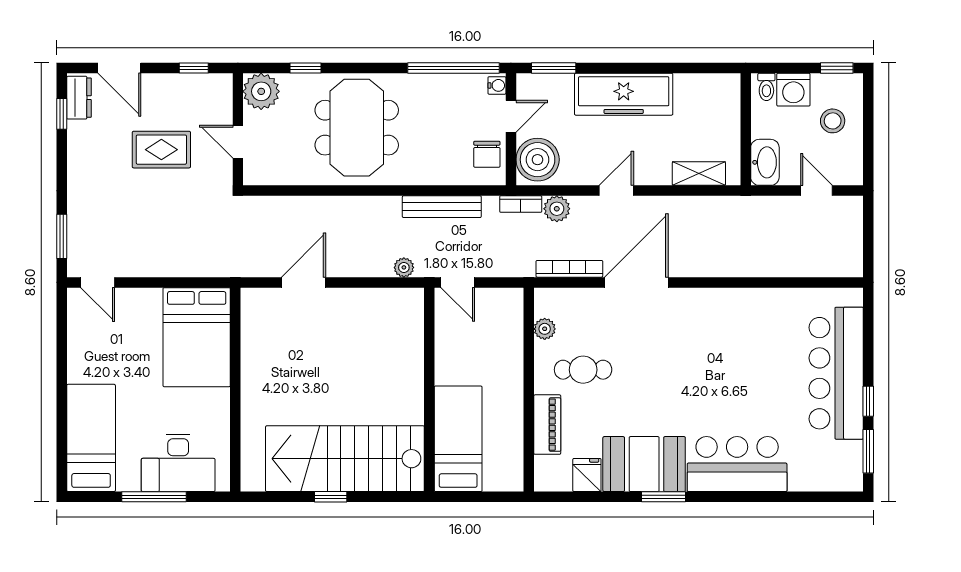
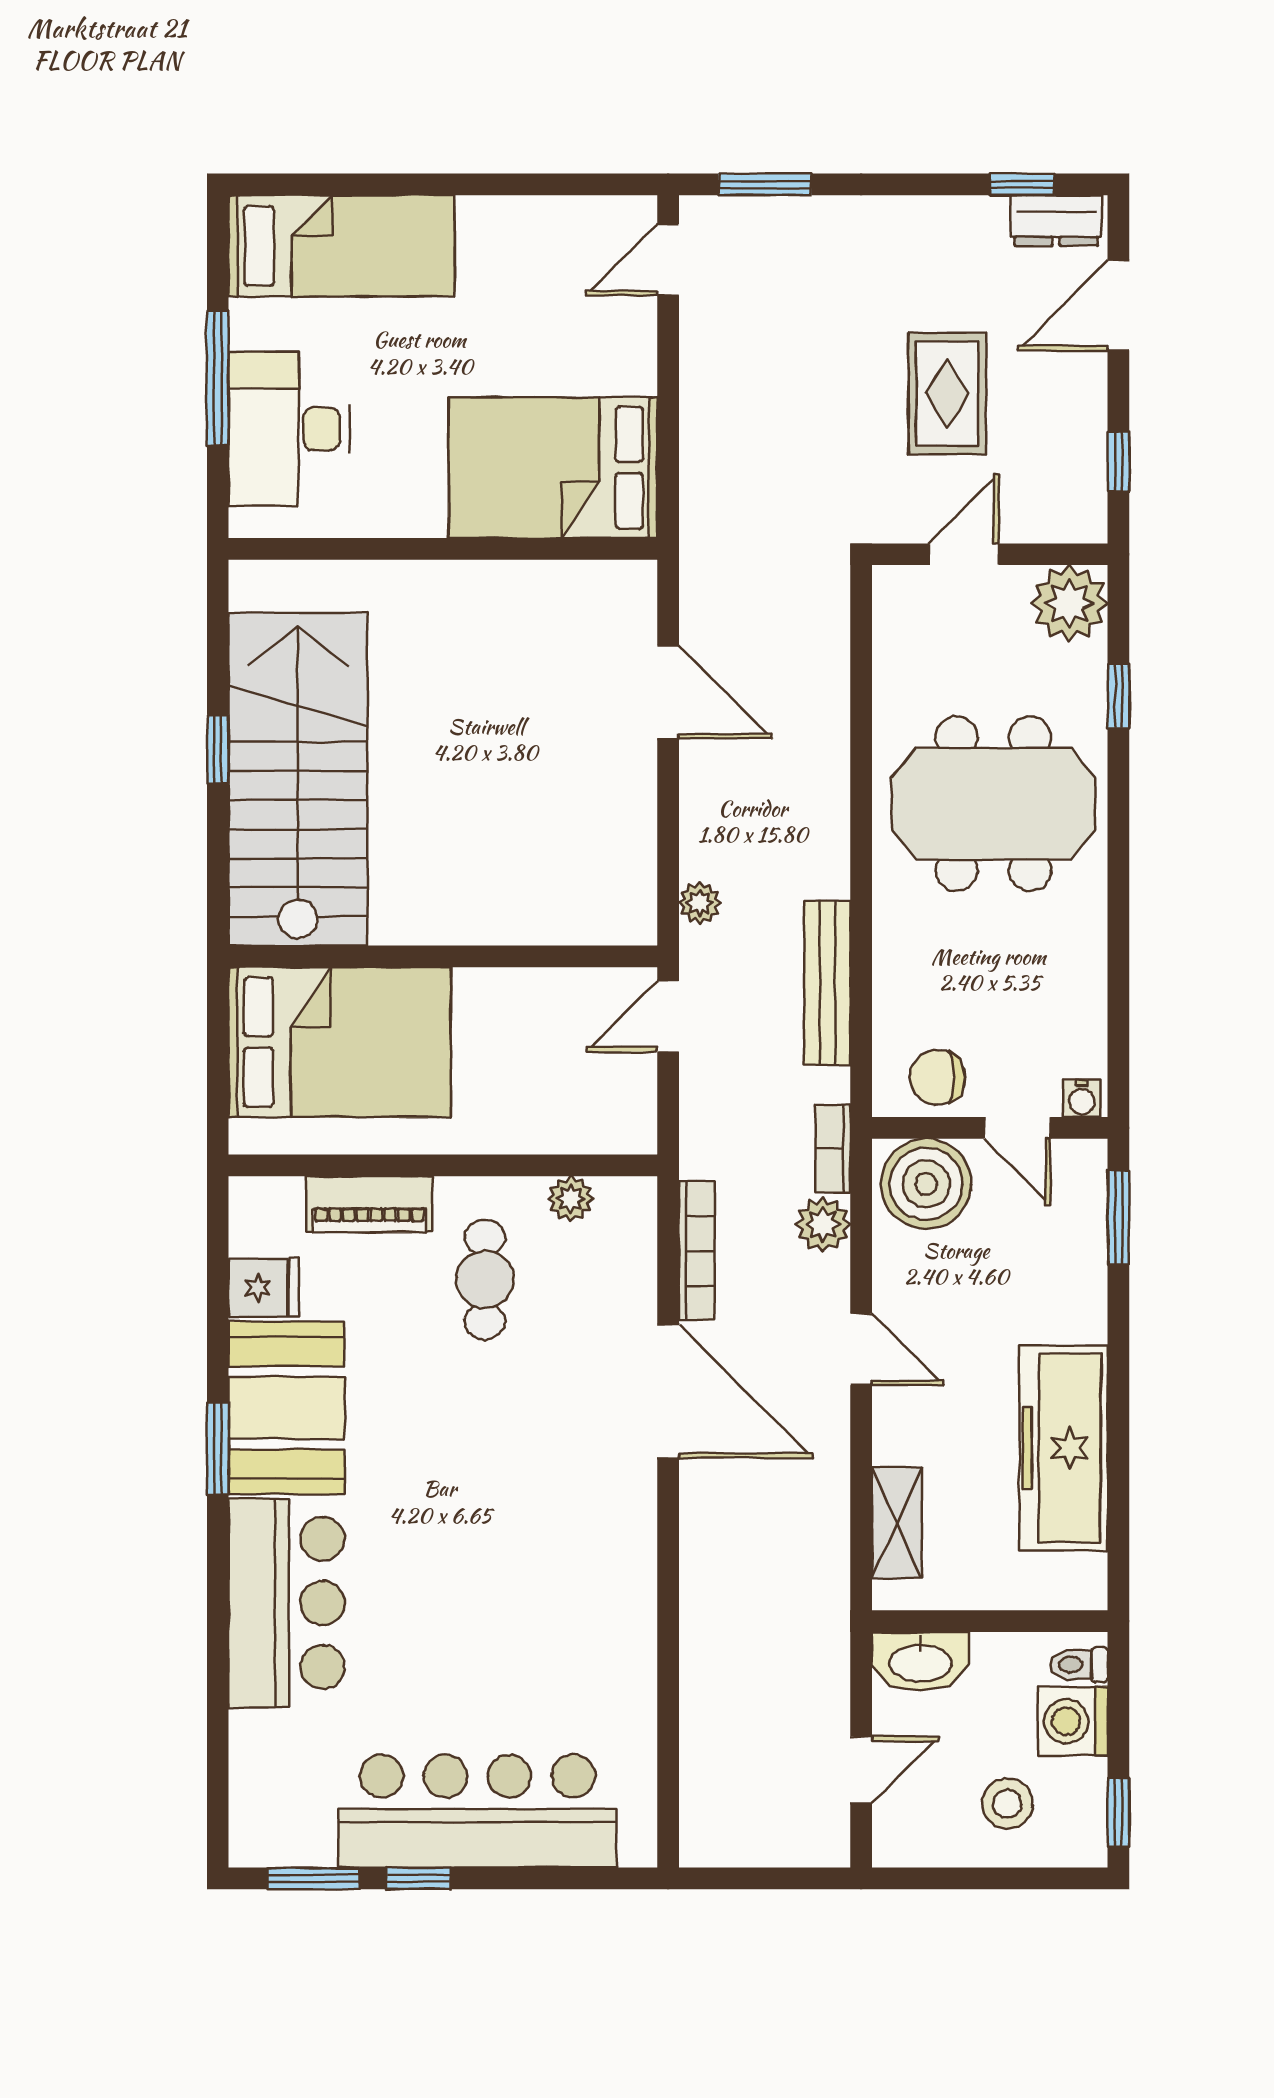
window: (453, 68) -> (1118, 1007), removed
freezer: (624, 94) -> (1063, 1448), moved
bed: (458, 439) -> (340, 1042), width x1.50

